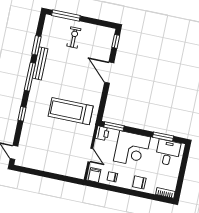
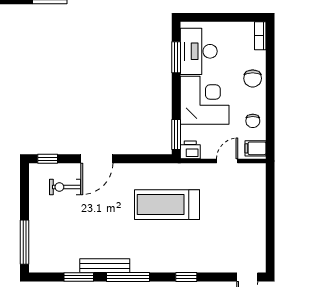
exercise bike: (74, 37) -> (65, 187), moved
treadmill: (71, 111) -> (167, 205), turned 90
desk: (168, 153) -> (199, 51), width x1.37

